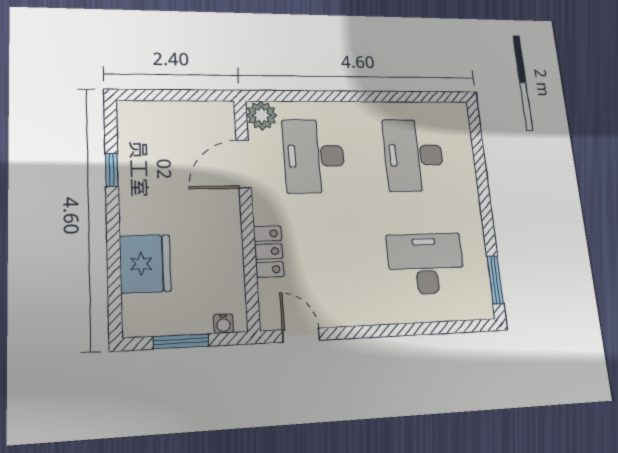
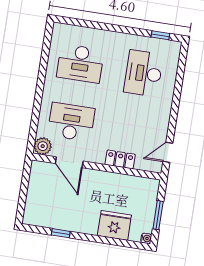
desk: (314, 156) -> (71, 122), turned 180
window: (495, 280) -> (160, 35), width x0.67
water cooler: (223, 324) -> (146, 238), moved

